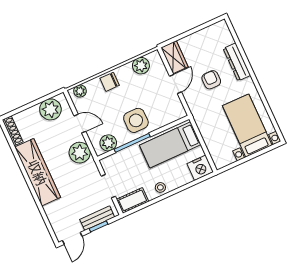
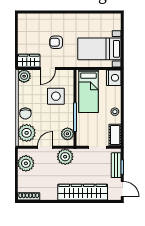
dresser: (237, 62) -> (52, 19), removed
plant: (141, 66) -> (24, 76), moved
door: (175, 84) -> (48, 68), swing flipped
plant: (80, 91) -> (27, 133), width x1.87, depth x1.87
side table: (136, 120) -> (56, 96), moved
bed with nightstands: (247, 126) -> (99, 49), moved
wardrobe: (38, 172) -> (83, 192), moved

